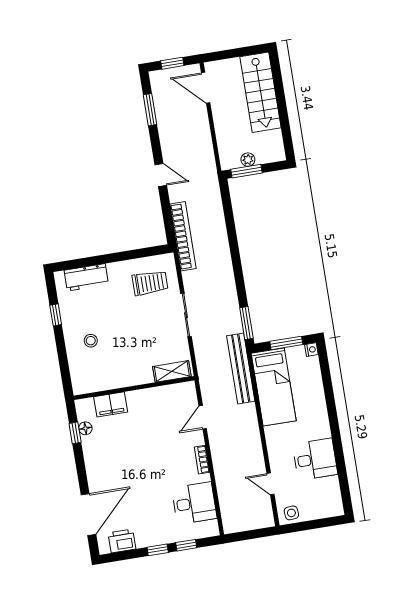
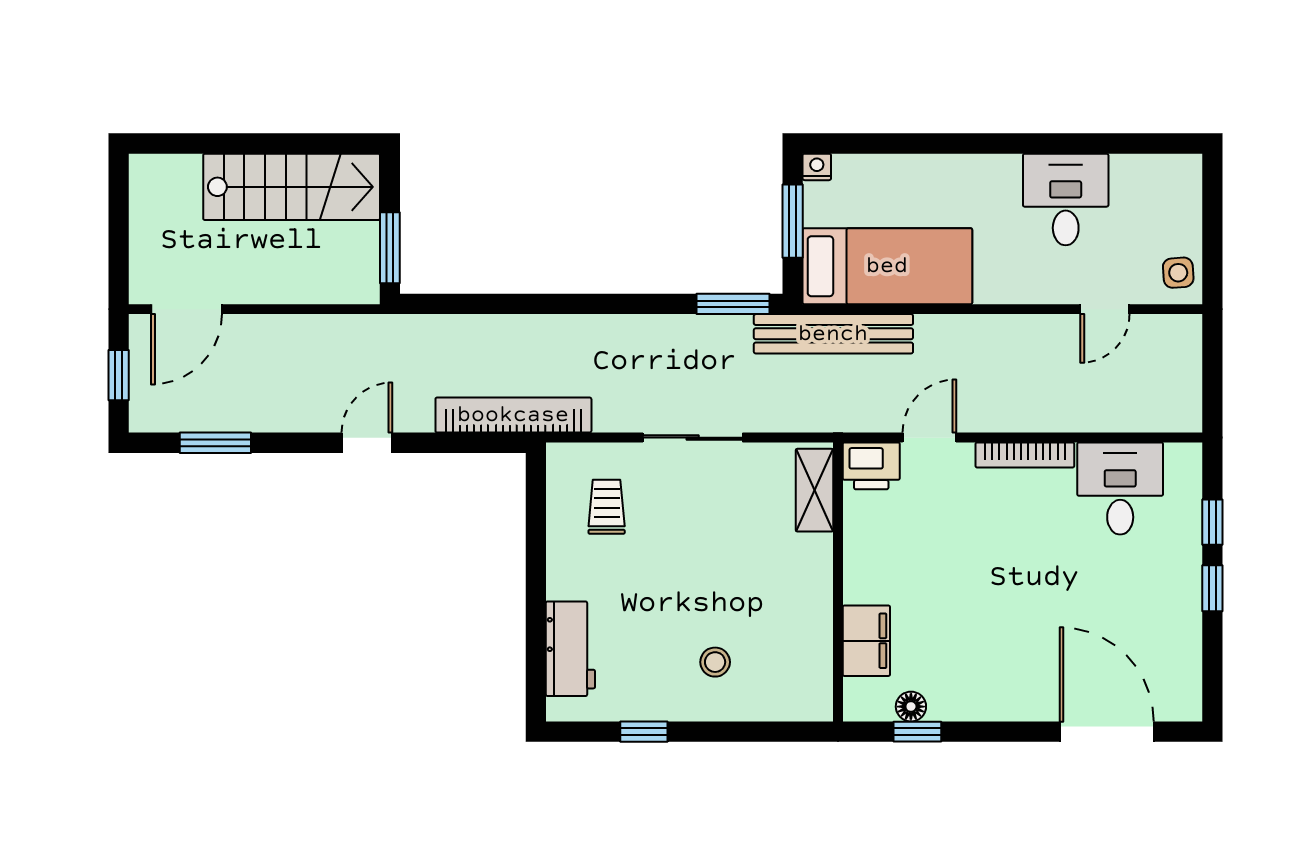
stairs: (261, 92) -> (292, 187), moved
plant: (248, 160) -> (364, 240), removed
trolley: (150, 283) -> (607, 507), width x0.73, depth x0.72
door: (203, 417) -> (929, 438), swing flipped
bookcase: (202, 460) -> (1025, 455), width x1.56
printer: (122, 541) -> (871, 466), moved, turned -90

